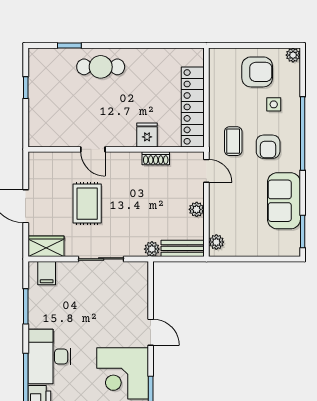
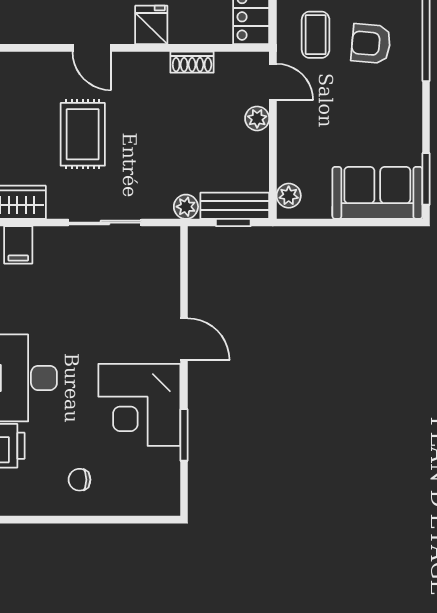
fridge: (147, 135) -> (151, 25), moved
armchair: (268, 147) -> (371, 44), turned 95
sofa: (284, 201) -> (377, 193), moved, turned 90
plant: (197, 209) -> (257, 118), moved
window: (182, 259) -> (233, 223), added

